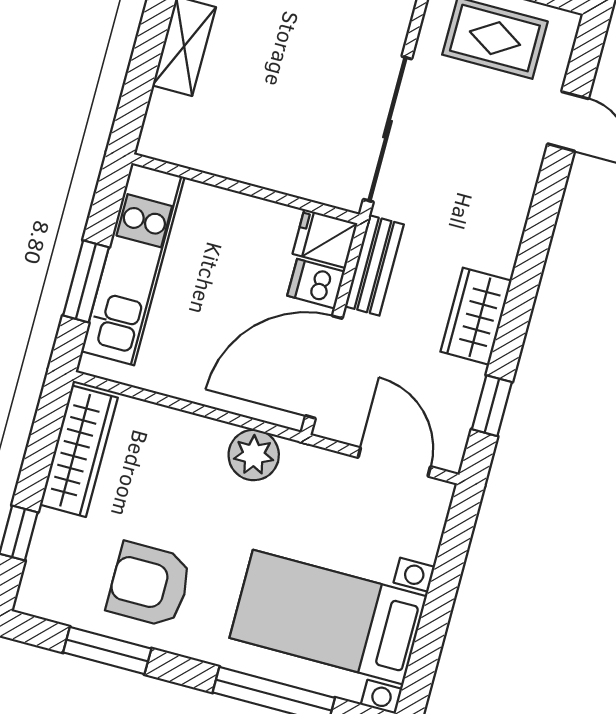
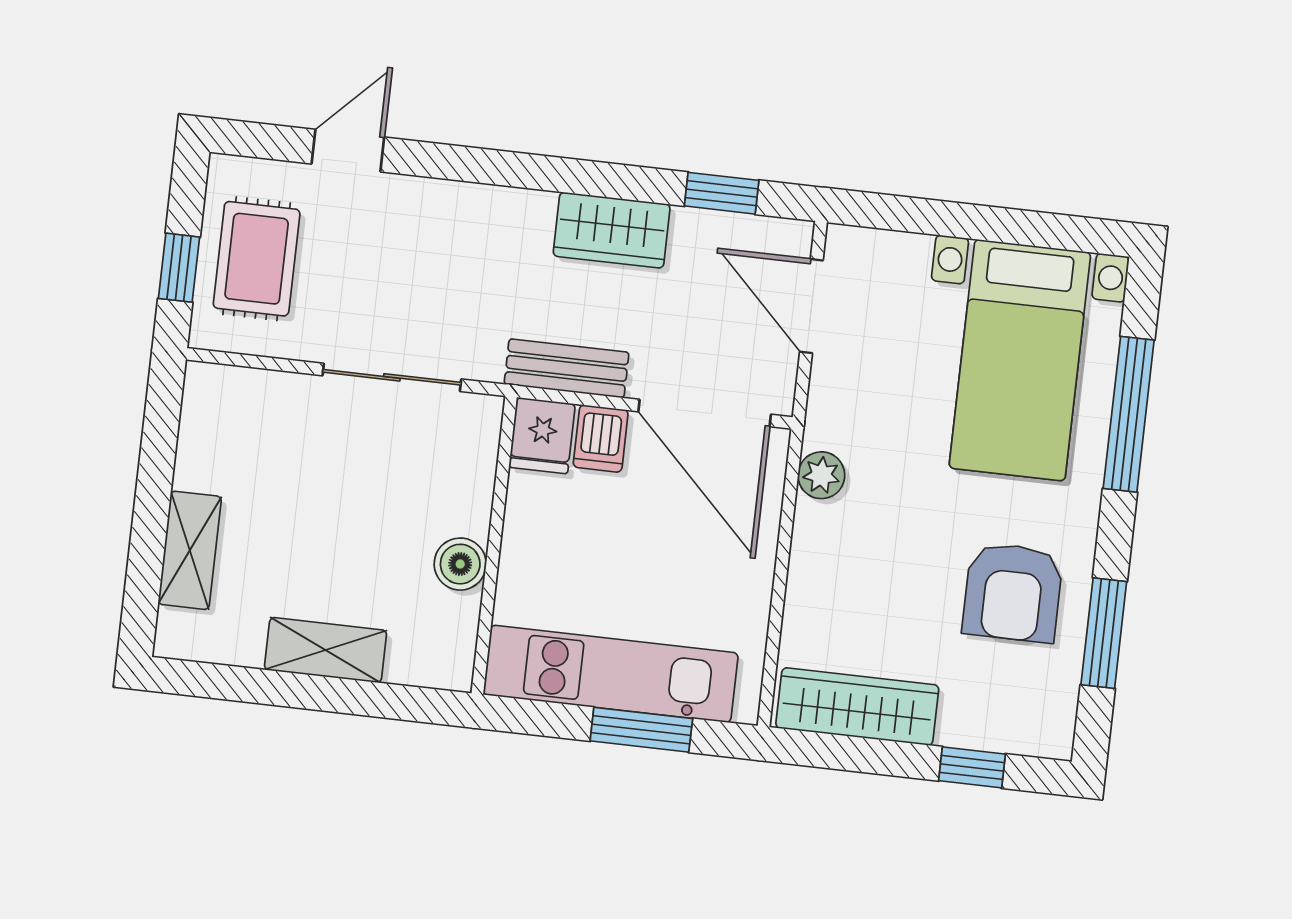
sliding door: (388, 129) -> (392, 377), width x0.73
boiler: (235, 160) -> (460, 564), added
plant: (254, 455) -> (821, 475), width x0.73, depth x0.73
door: (394, 462) -> (811, 306), hinge flipped

